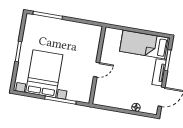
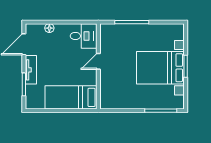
bed: (145, 45) -> (71, 97), moved, turned 180
bed with nightstands: (44, 74) -> (160, 68), moved, turned 90
desk: (106, 95) -> (84, 36), added

